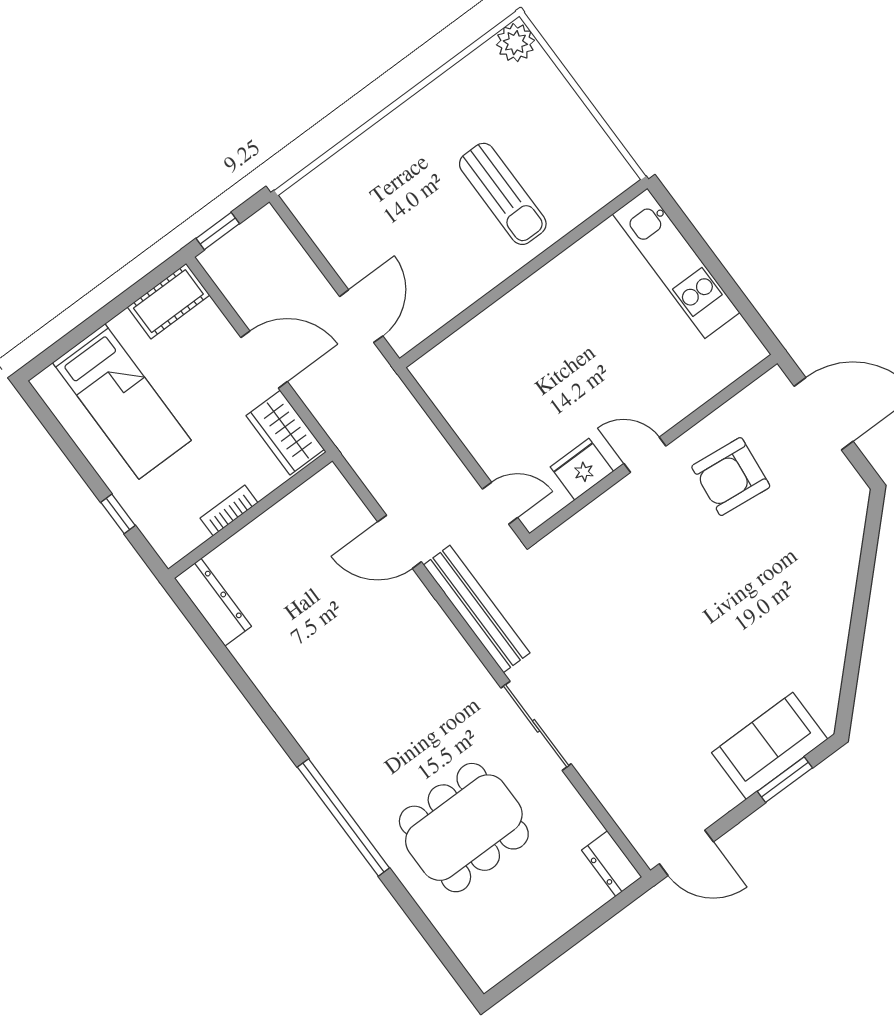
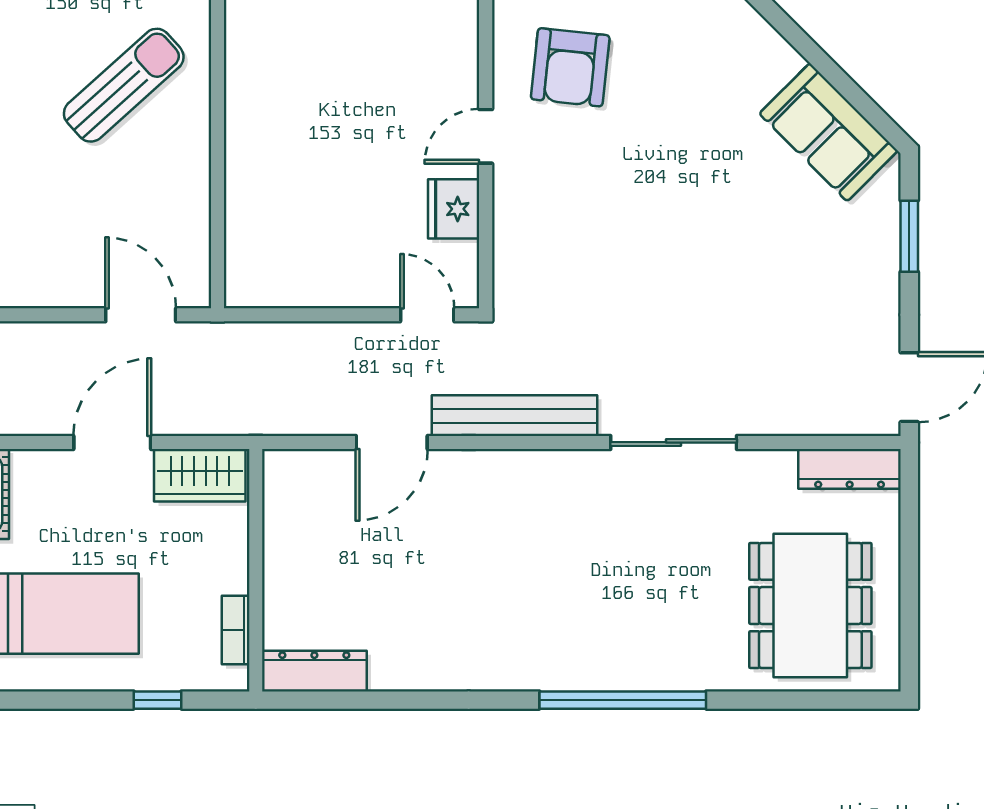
sun lounger: (503, 194) -> (124, 85), turned -42
door: (500, 503) -> (427, 315), hinge flipped
bookcase: (229, 510) -> (236, 630), moved
sofa: (770, 746) -> (829, 132), moved, turned -45
dining table: (464, 828) -> (810, 605), moved
dresser: (612, 864) -> (850, 469), width x1.44

